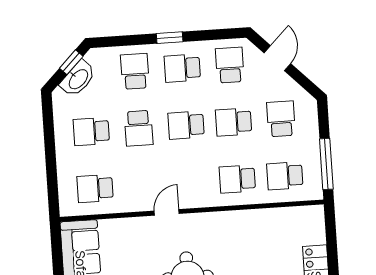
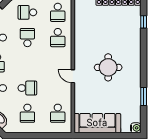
school desk: (234, 122) -> (27, 38), turned 180
school desk: (186, 125) -> (27, 63), removed

